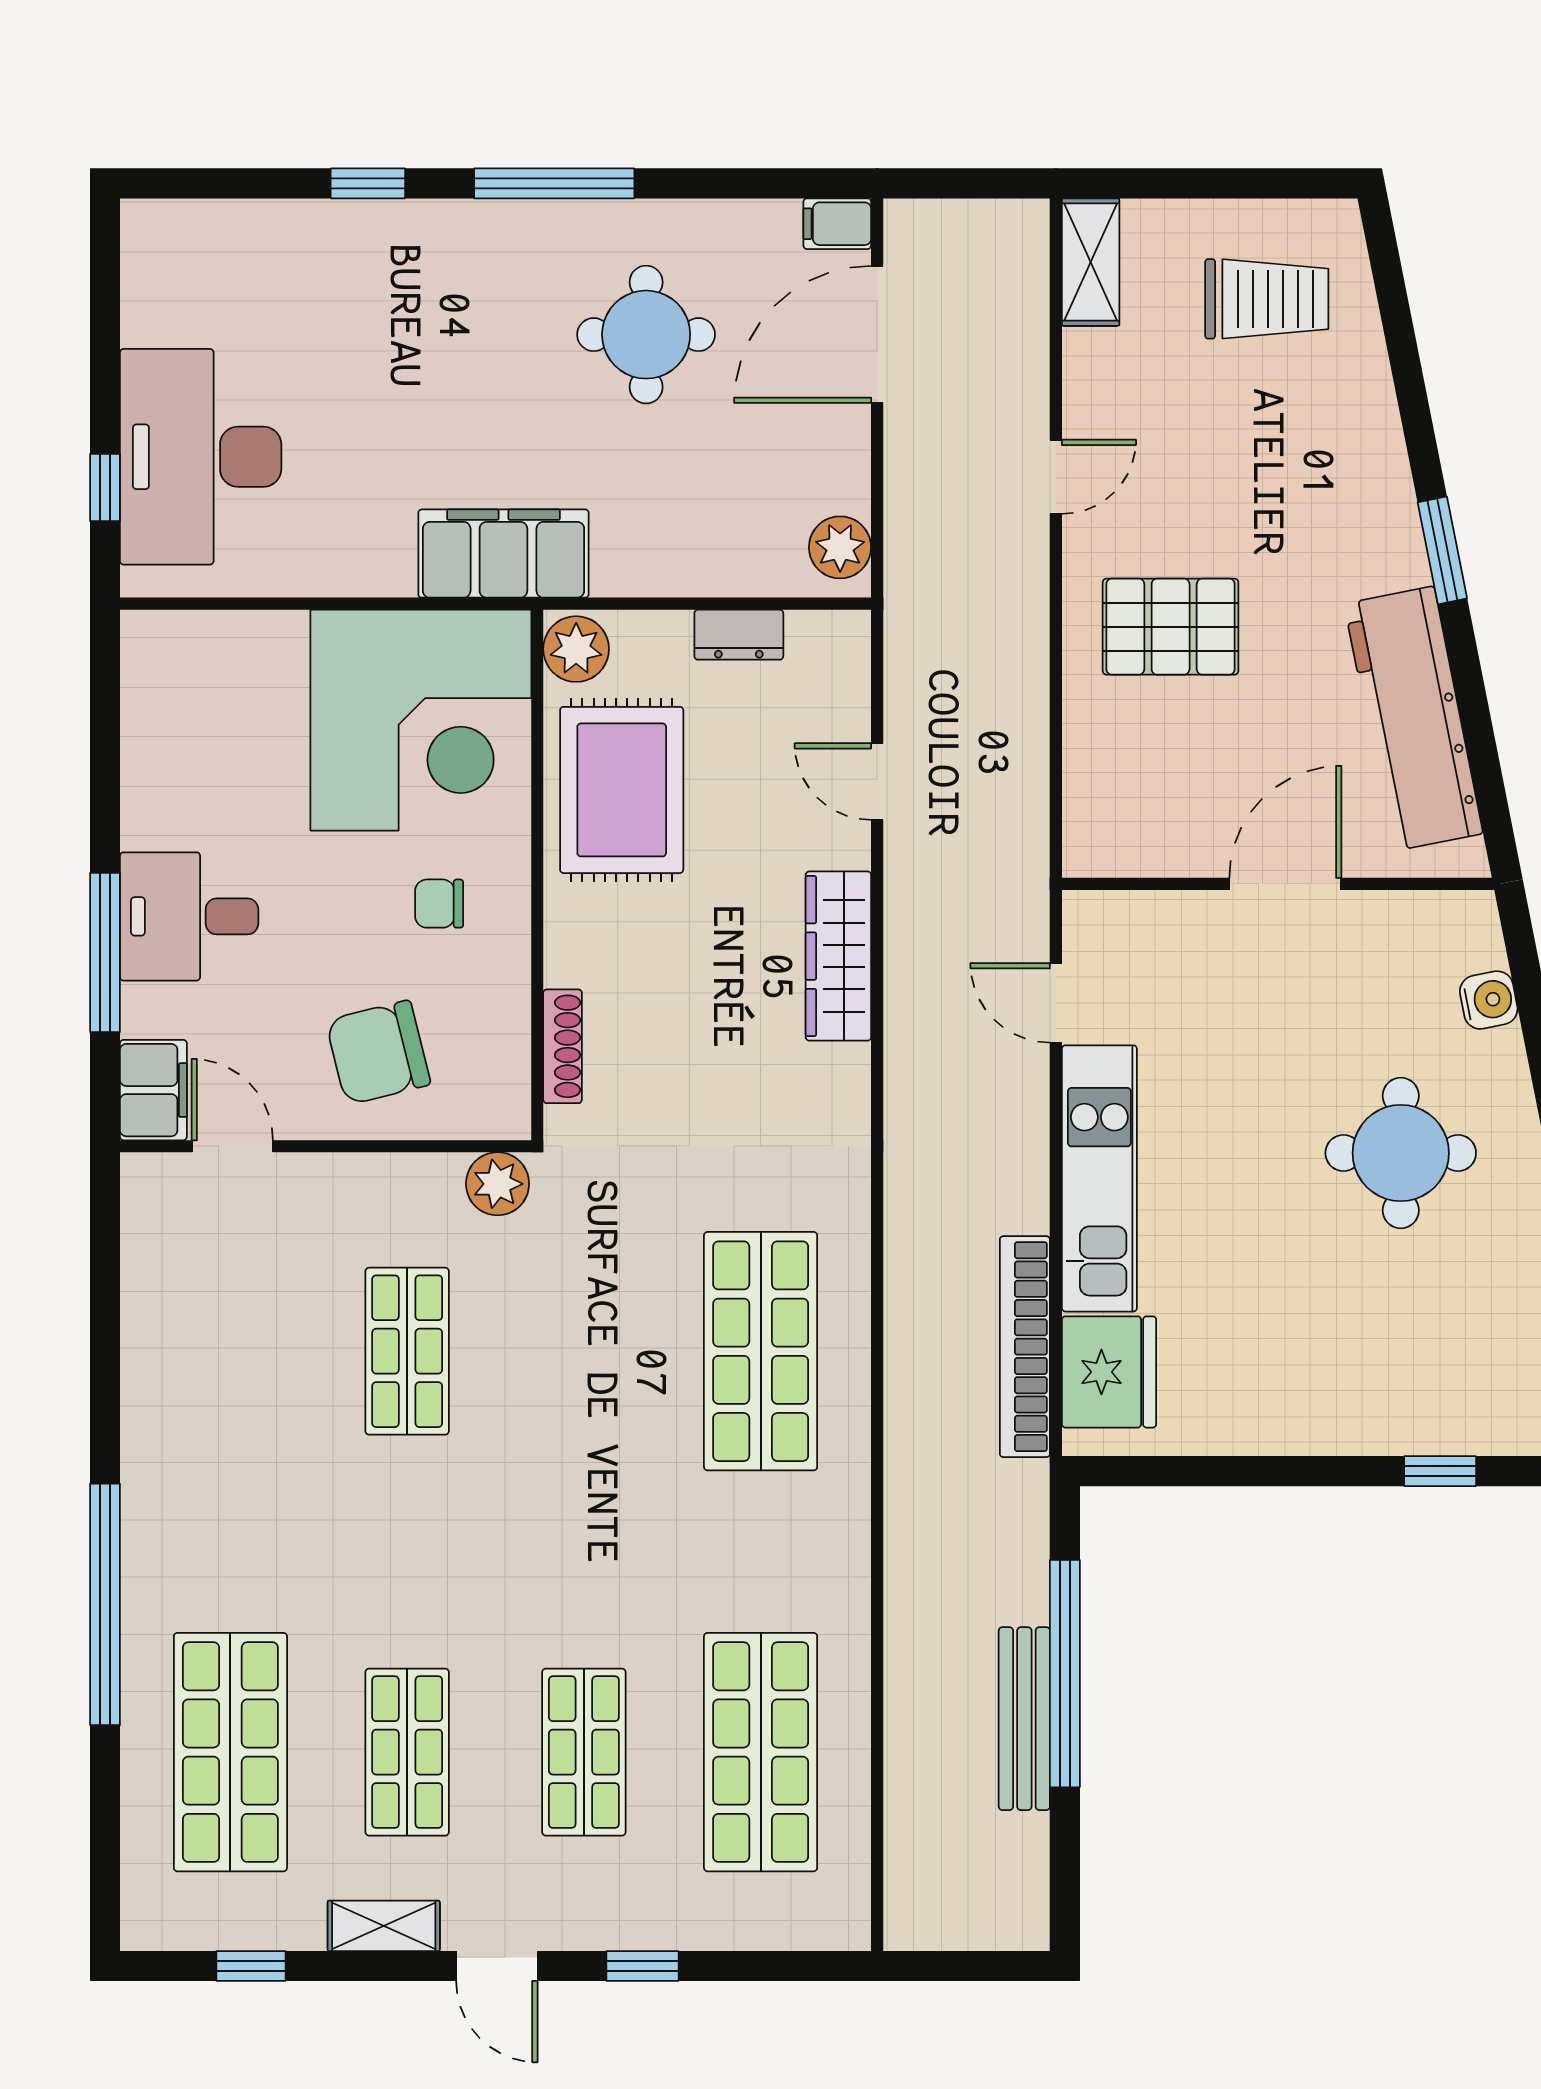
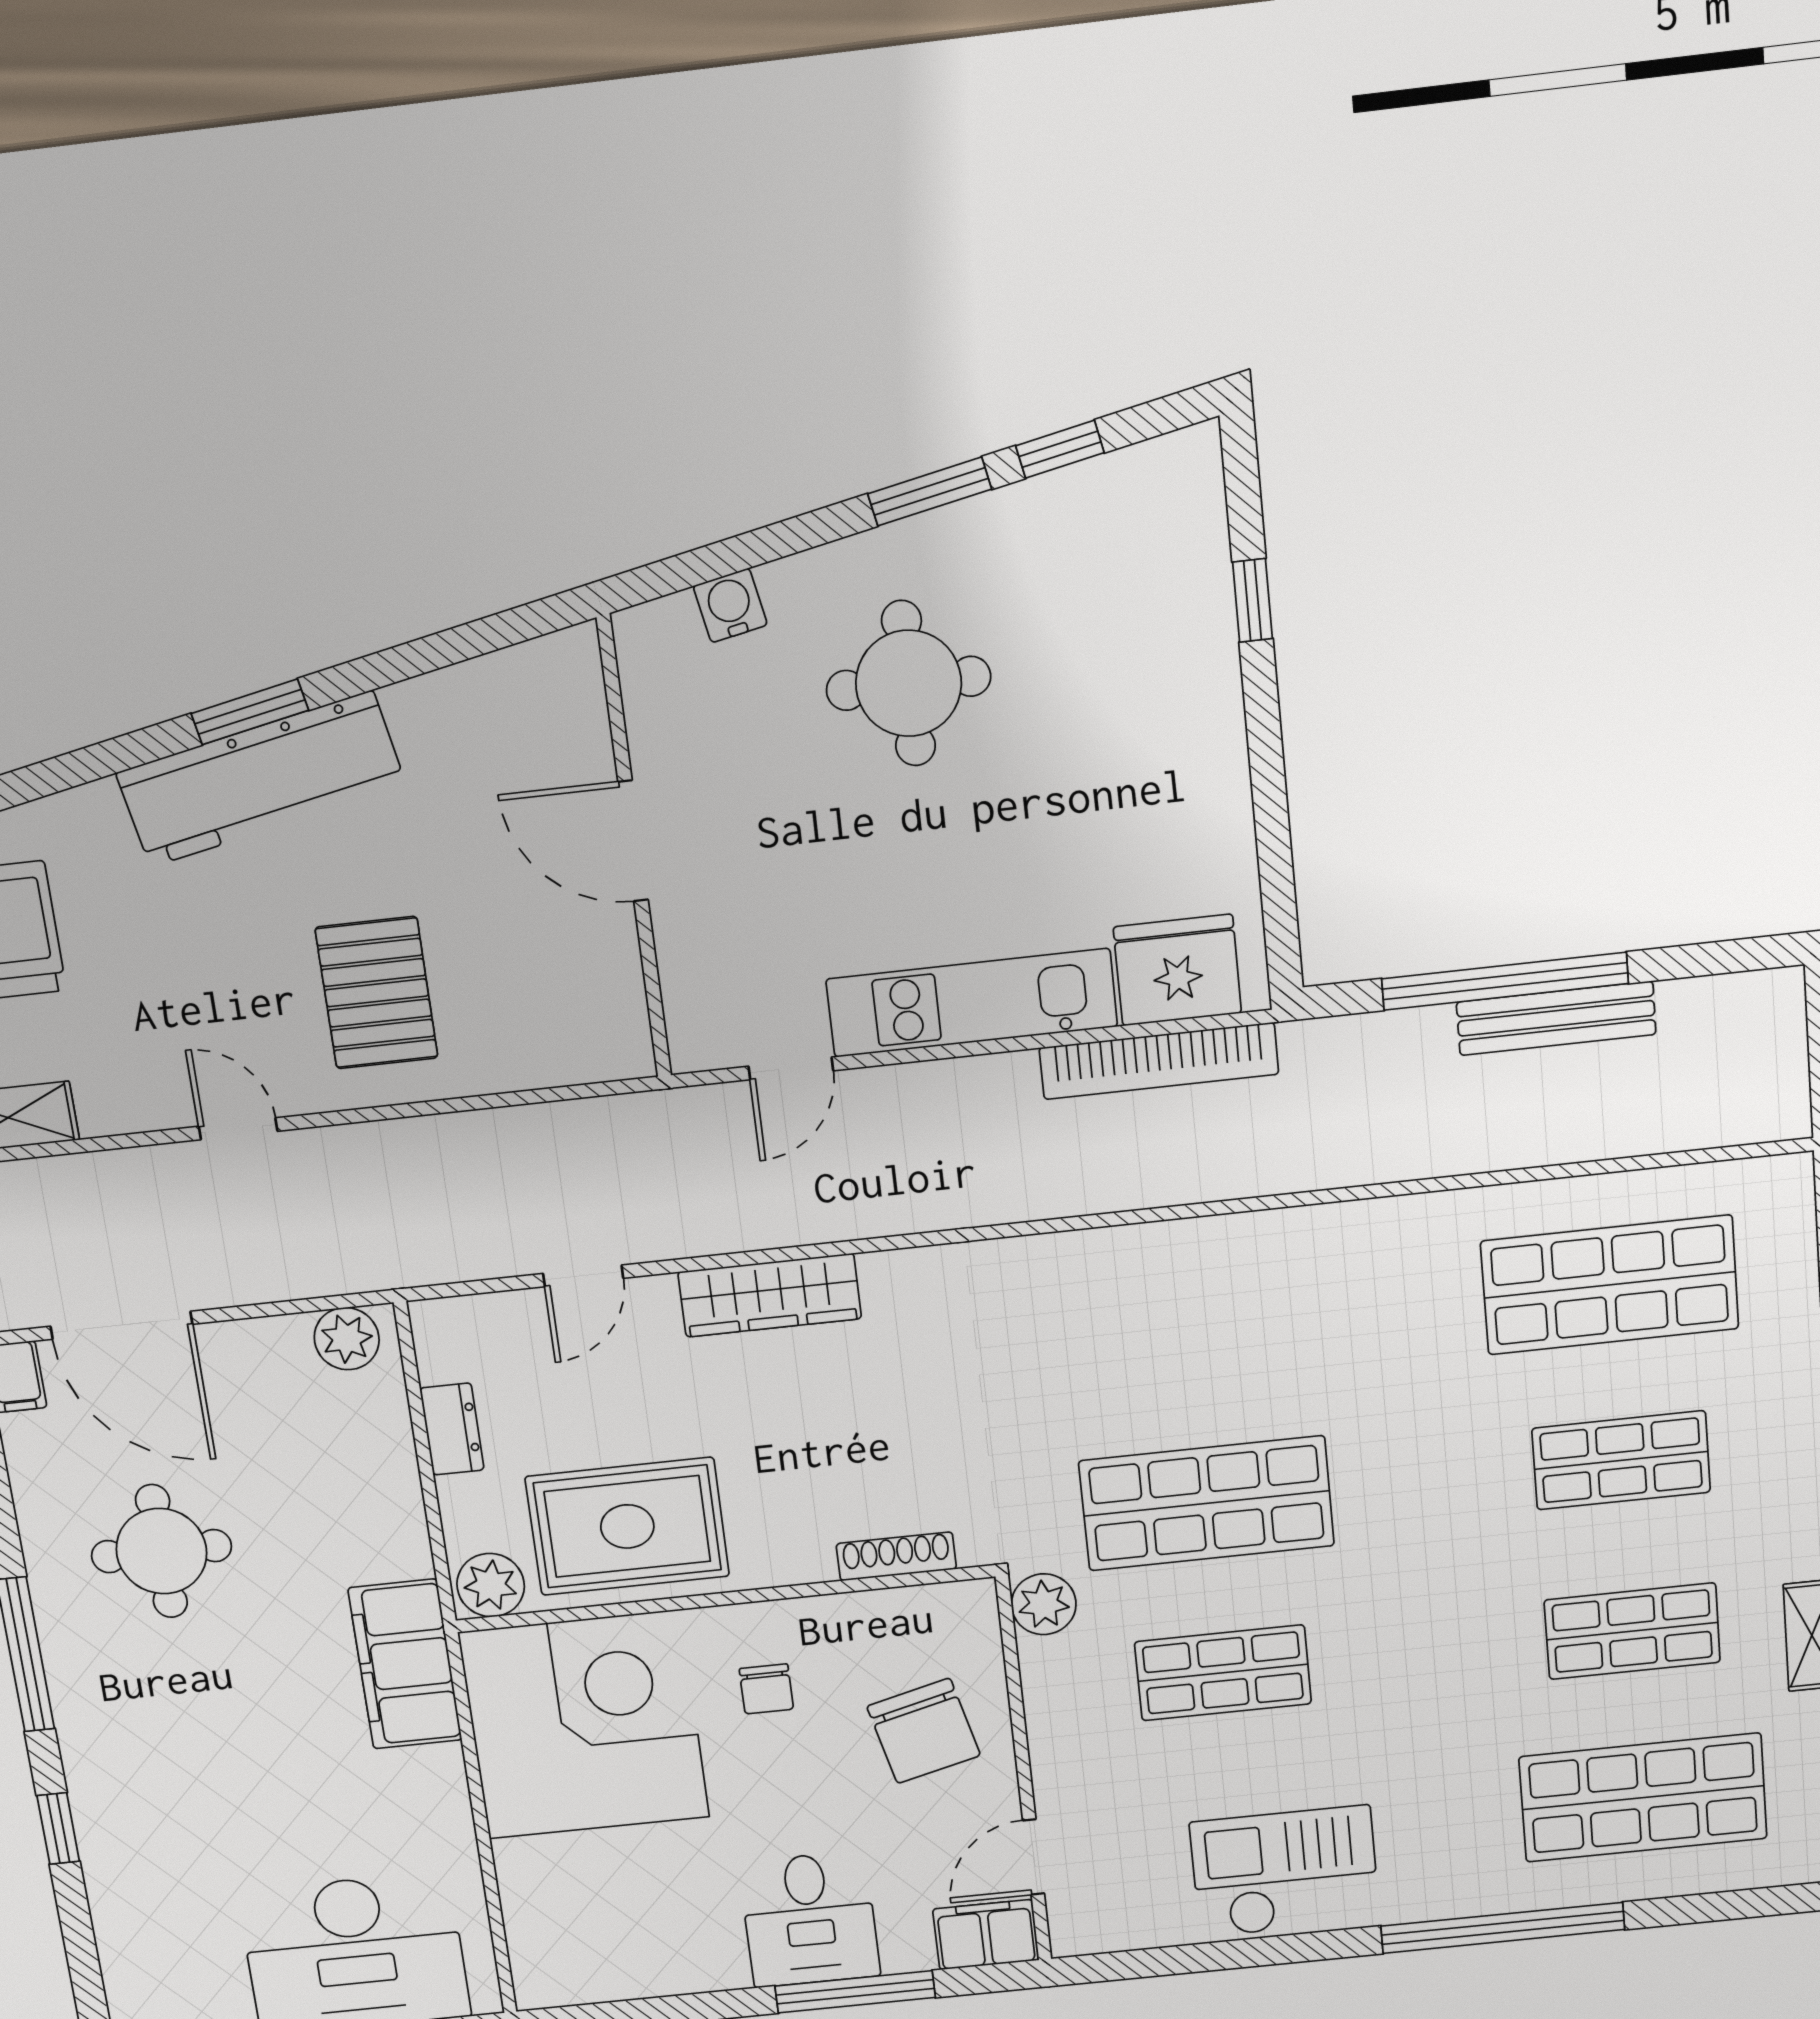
workbench: (1414, 719) -> (261, 779), moved
shop shelf: (761, 1351) -> (1207, 1503), moved
checkout: (189, 1393) -> (1285, 1872), added

